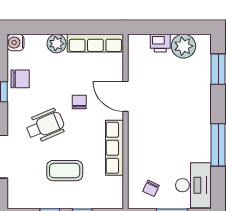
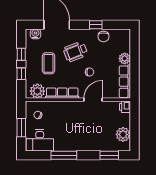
water cooler: (15, 42) -> (35, 34), moved
printer: (160, 43) -> (125, 107), moved
wheelchair: (45, 126) -> (75, 52), turned 92
plant: (111, 189) -> (37, 91), added

